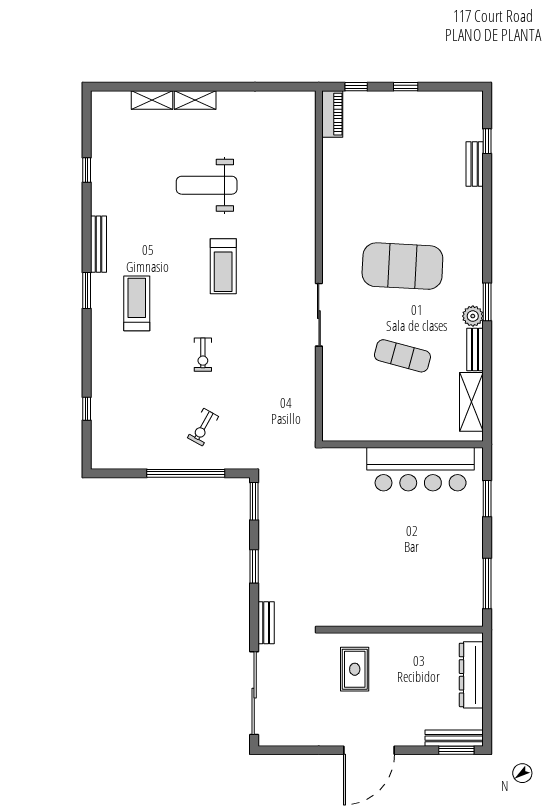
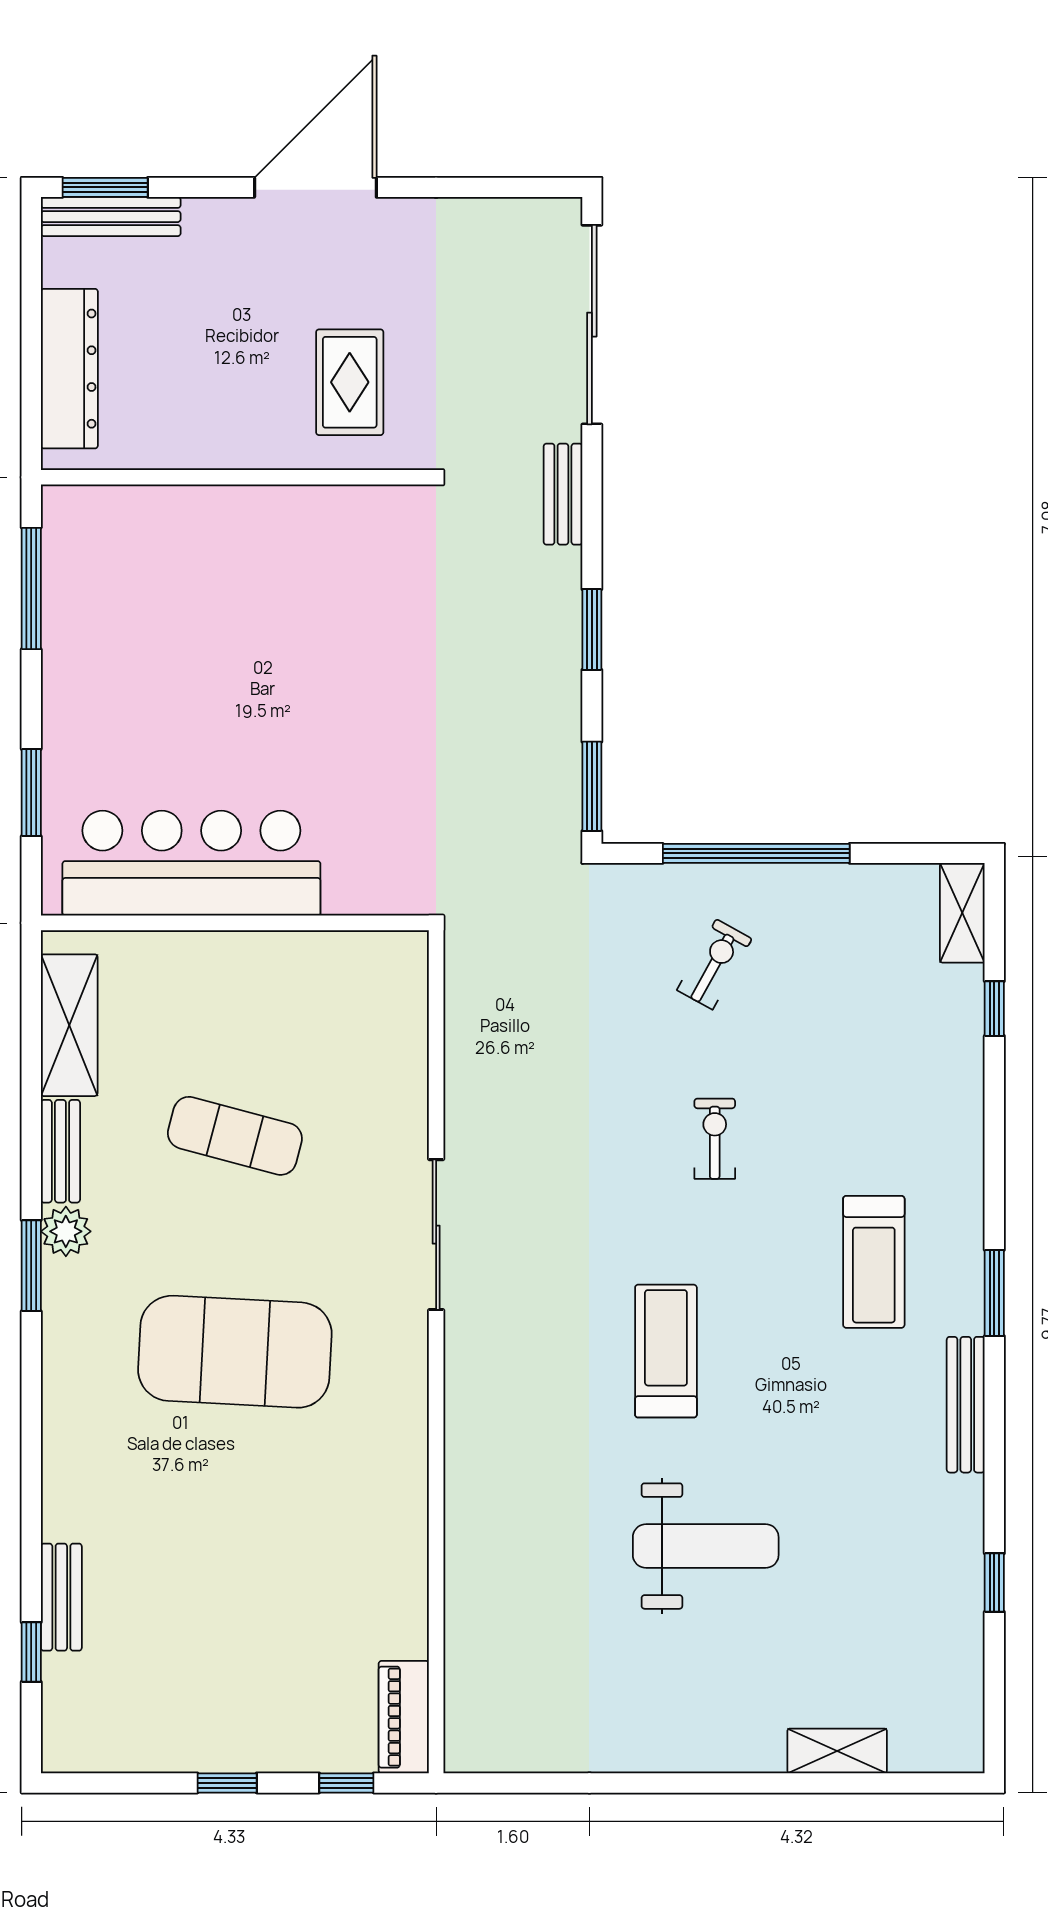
shelving: (195, 100) -> (962, 913), moved, turned 90

